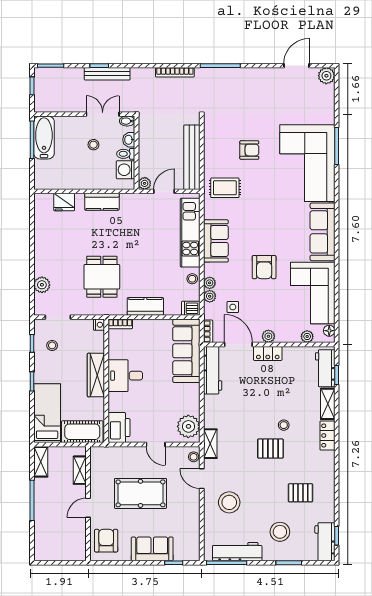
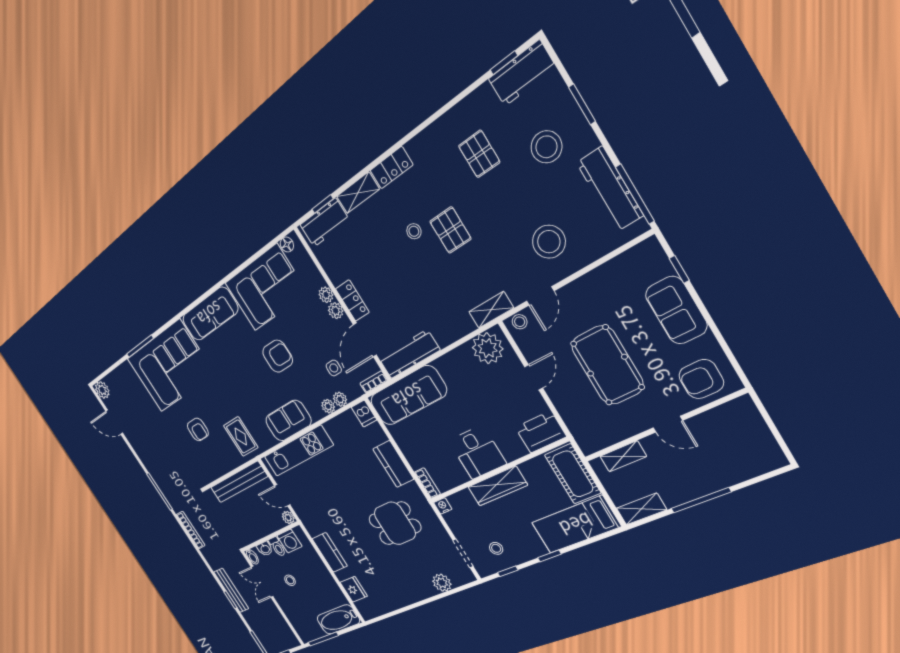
bathtub: (44, 137) -> (338, 620), moved
armchair: (249, 150) -> (198, 429), turned 180
stool: (192, 279) -> (336, 427), removed
plant: (307, 336) -> (326, 295), moved

